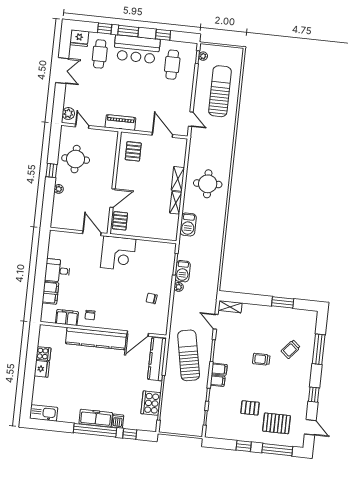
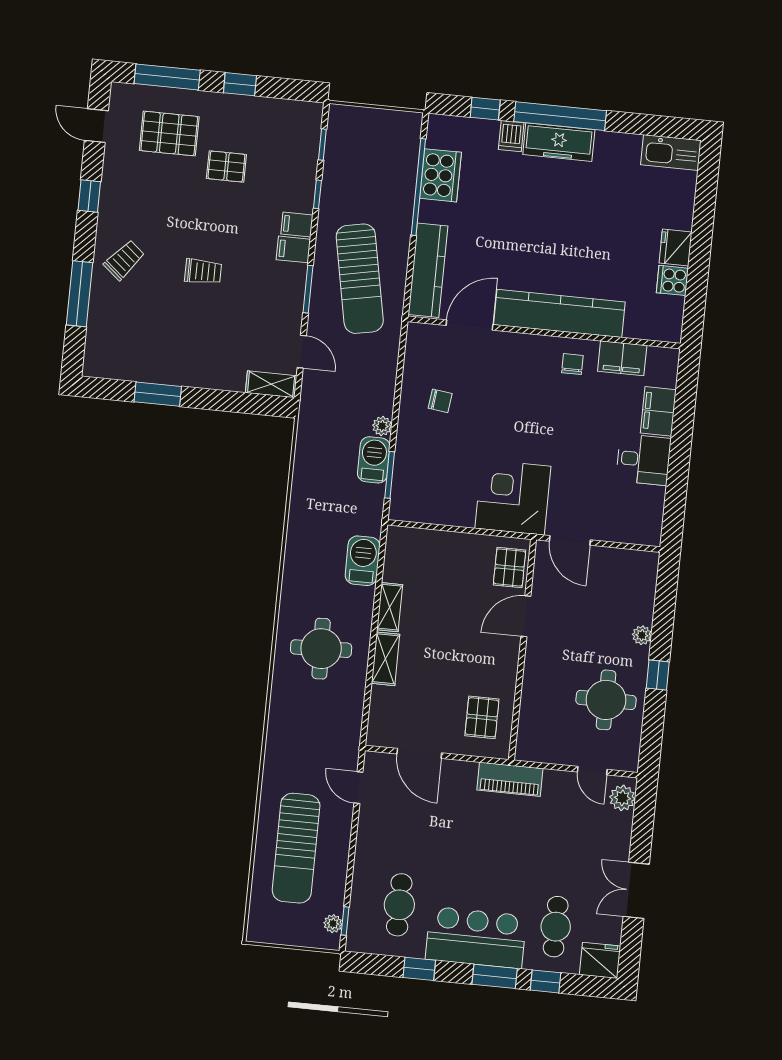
trolley: (291, 349) -> (124, 260), moved

